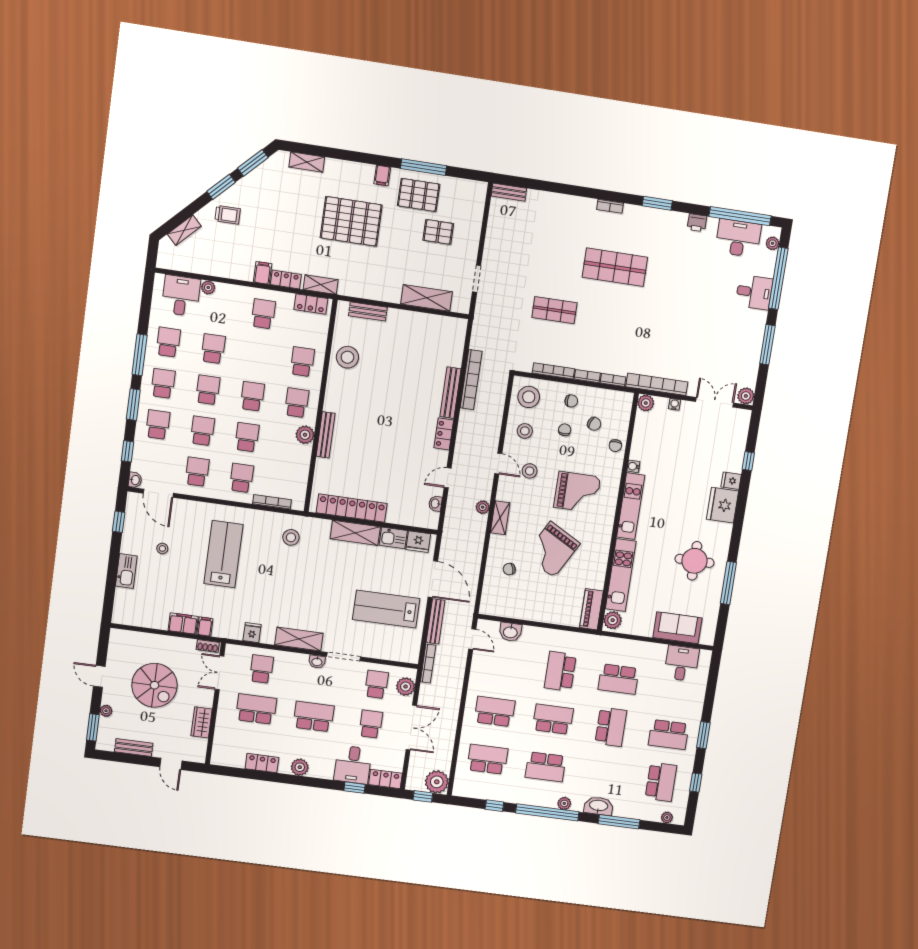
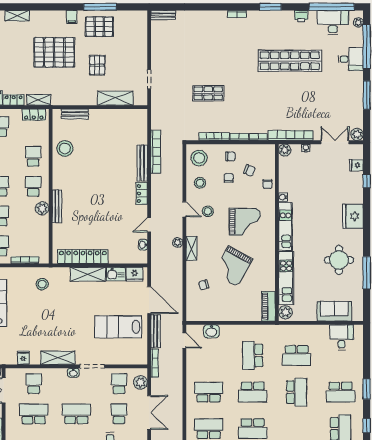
pallet: (438, 232) -> (97, 65), moved, turned 90
shop shelf: (615, 267) -> (290, 61), moved, width x1.40
fridge: (731, 481) -> (356, 165), moved
school desk: (553, 719) -> (253, 392), turned 180

